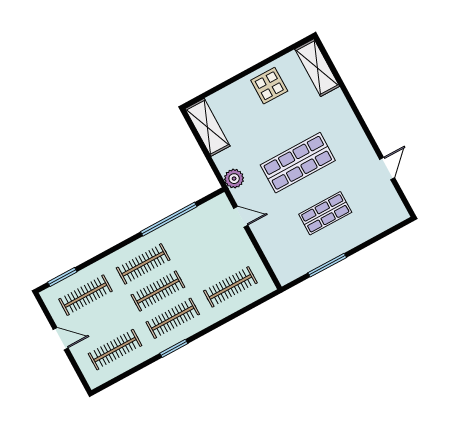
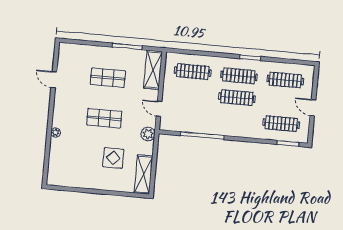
shelving: (317, 68) -> (153, 70), moved
display table: (269, 86) -> (113, 158), moved
plant: (344, 108) -> (56, 133), added
shop shelf: (298, 163) -> (104, 118), width x0.70, depth x0.74
door: (387, 168) -> (54, 80), hinge flipped
clothes rail: (143, 264) -> (235, 119), removed

